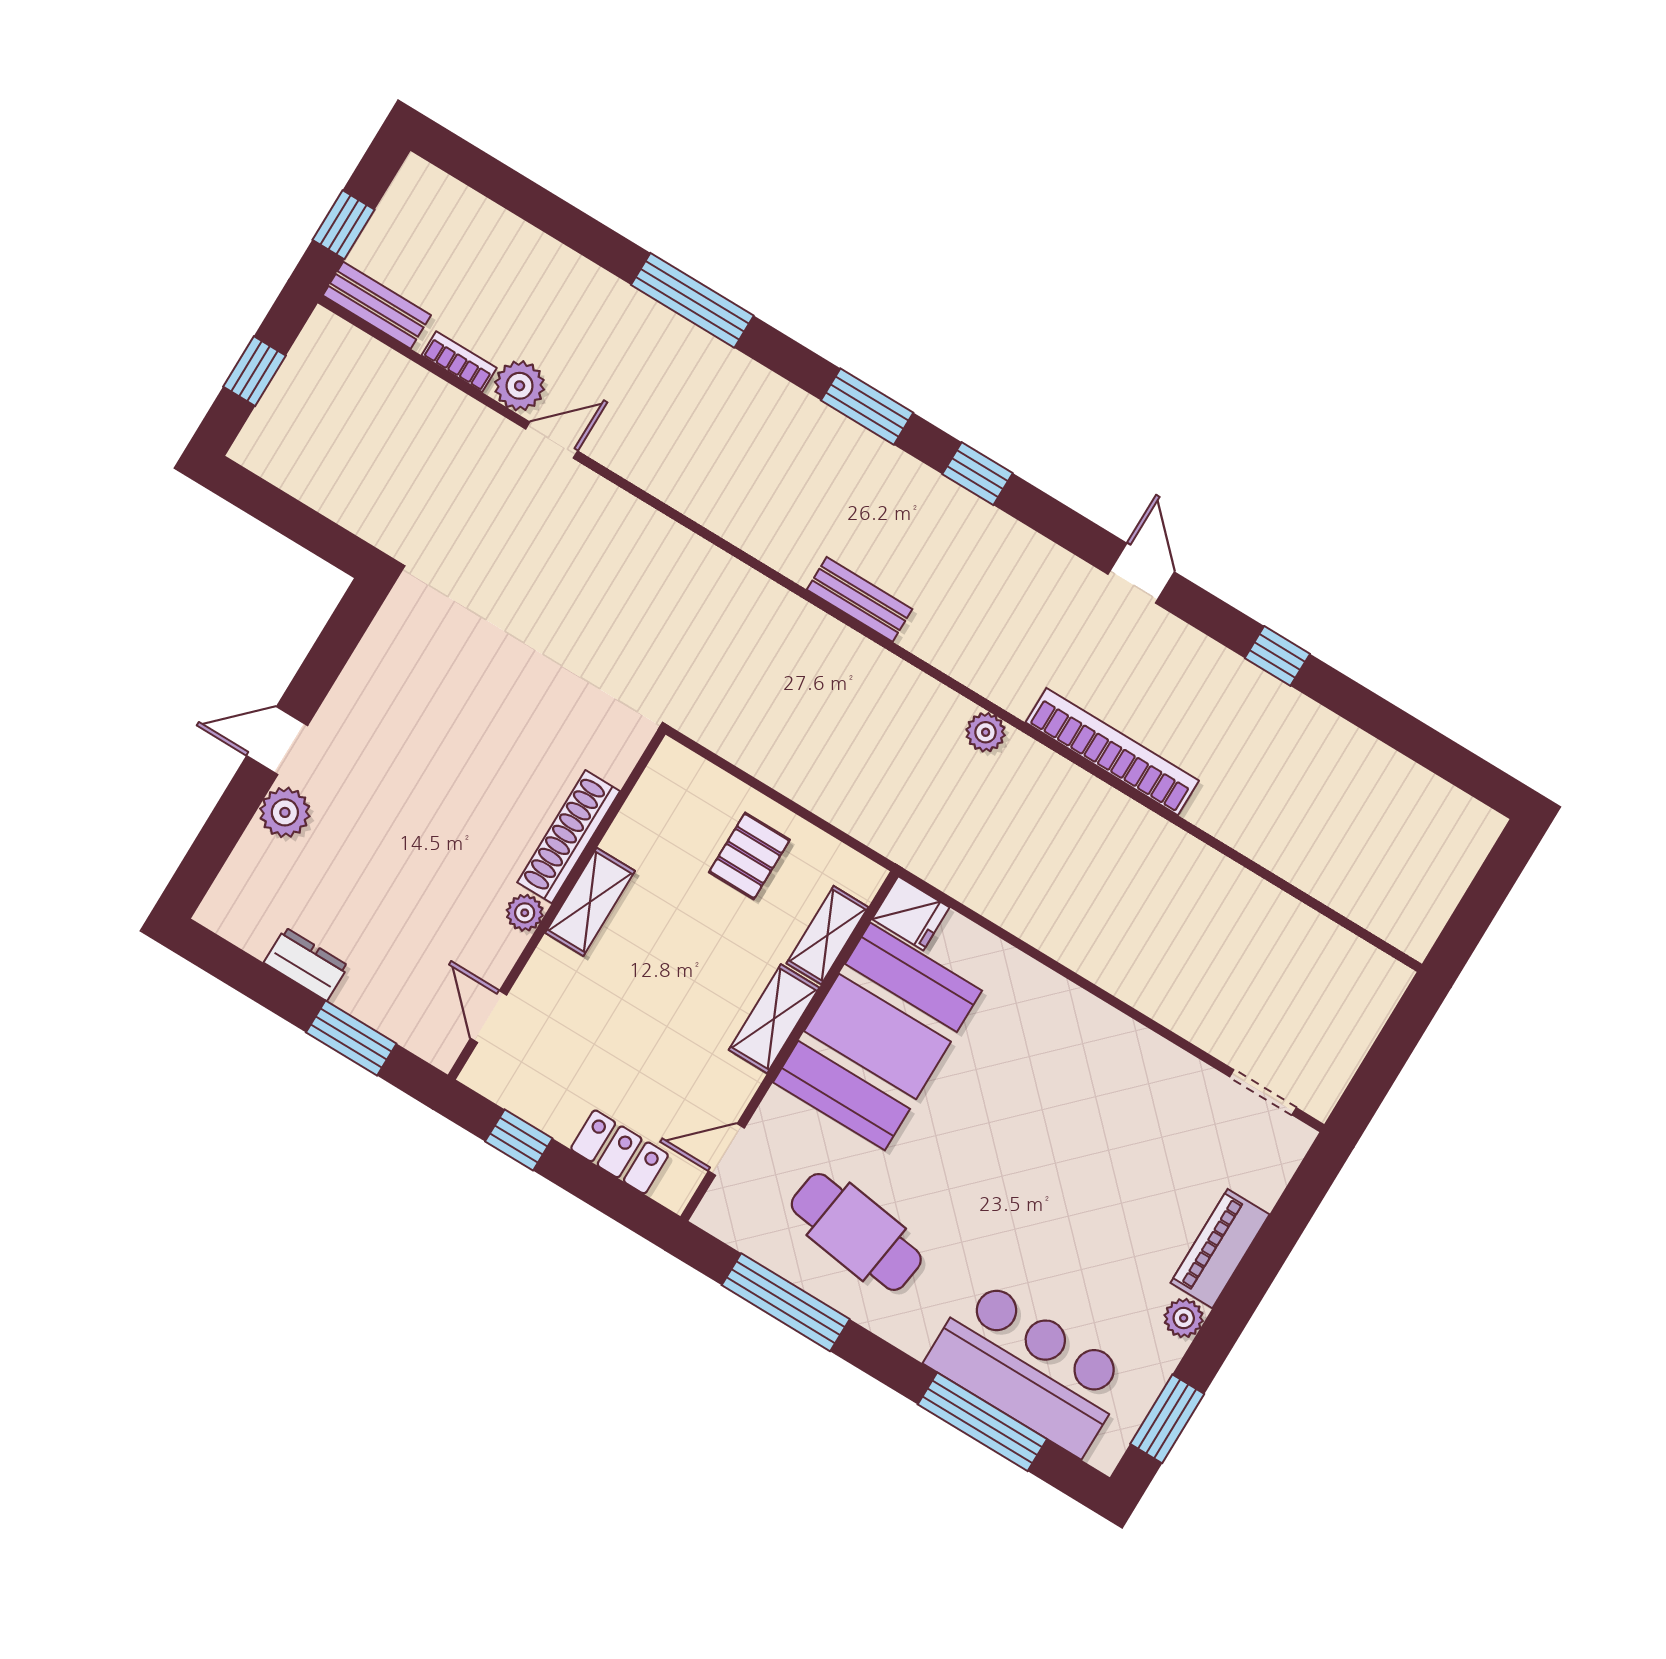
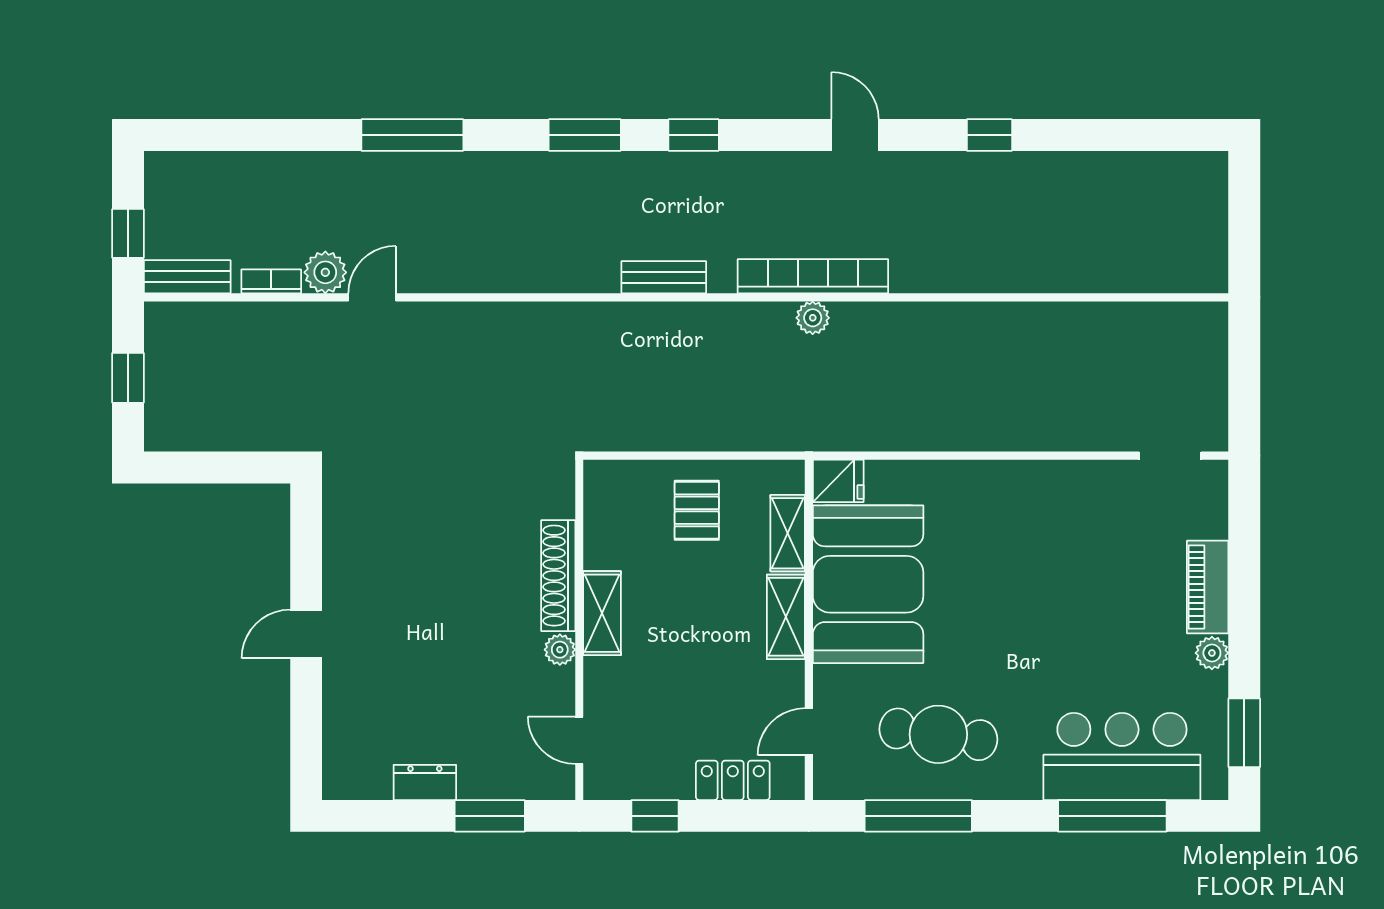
bookcase: (1112, 752) -> (813, 276), moved
plant: (285, 812) -> (343, 682), removed

